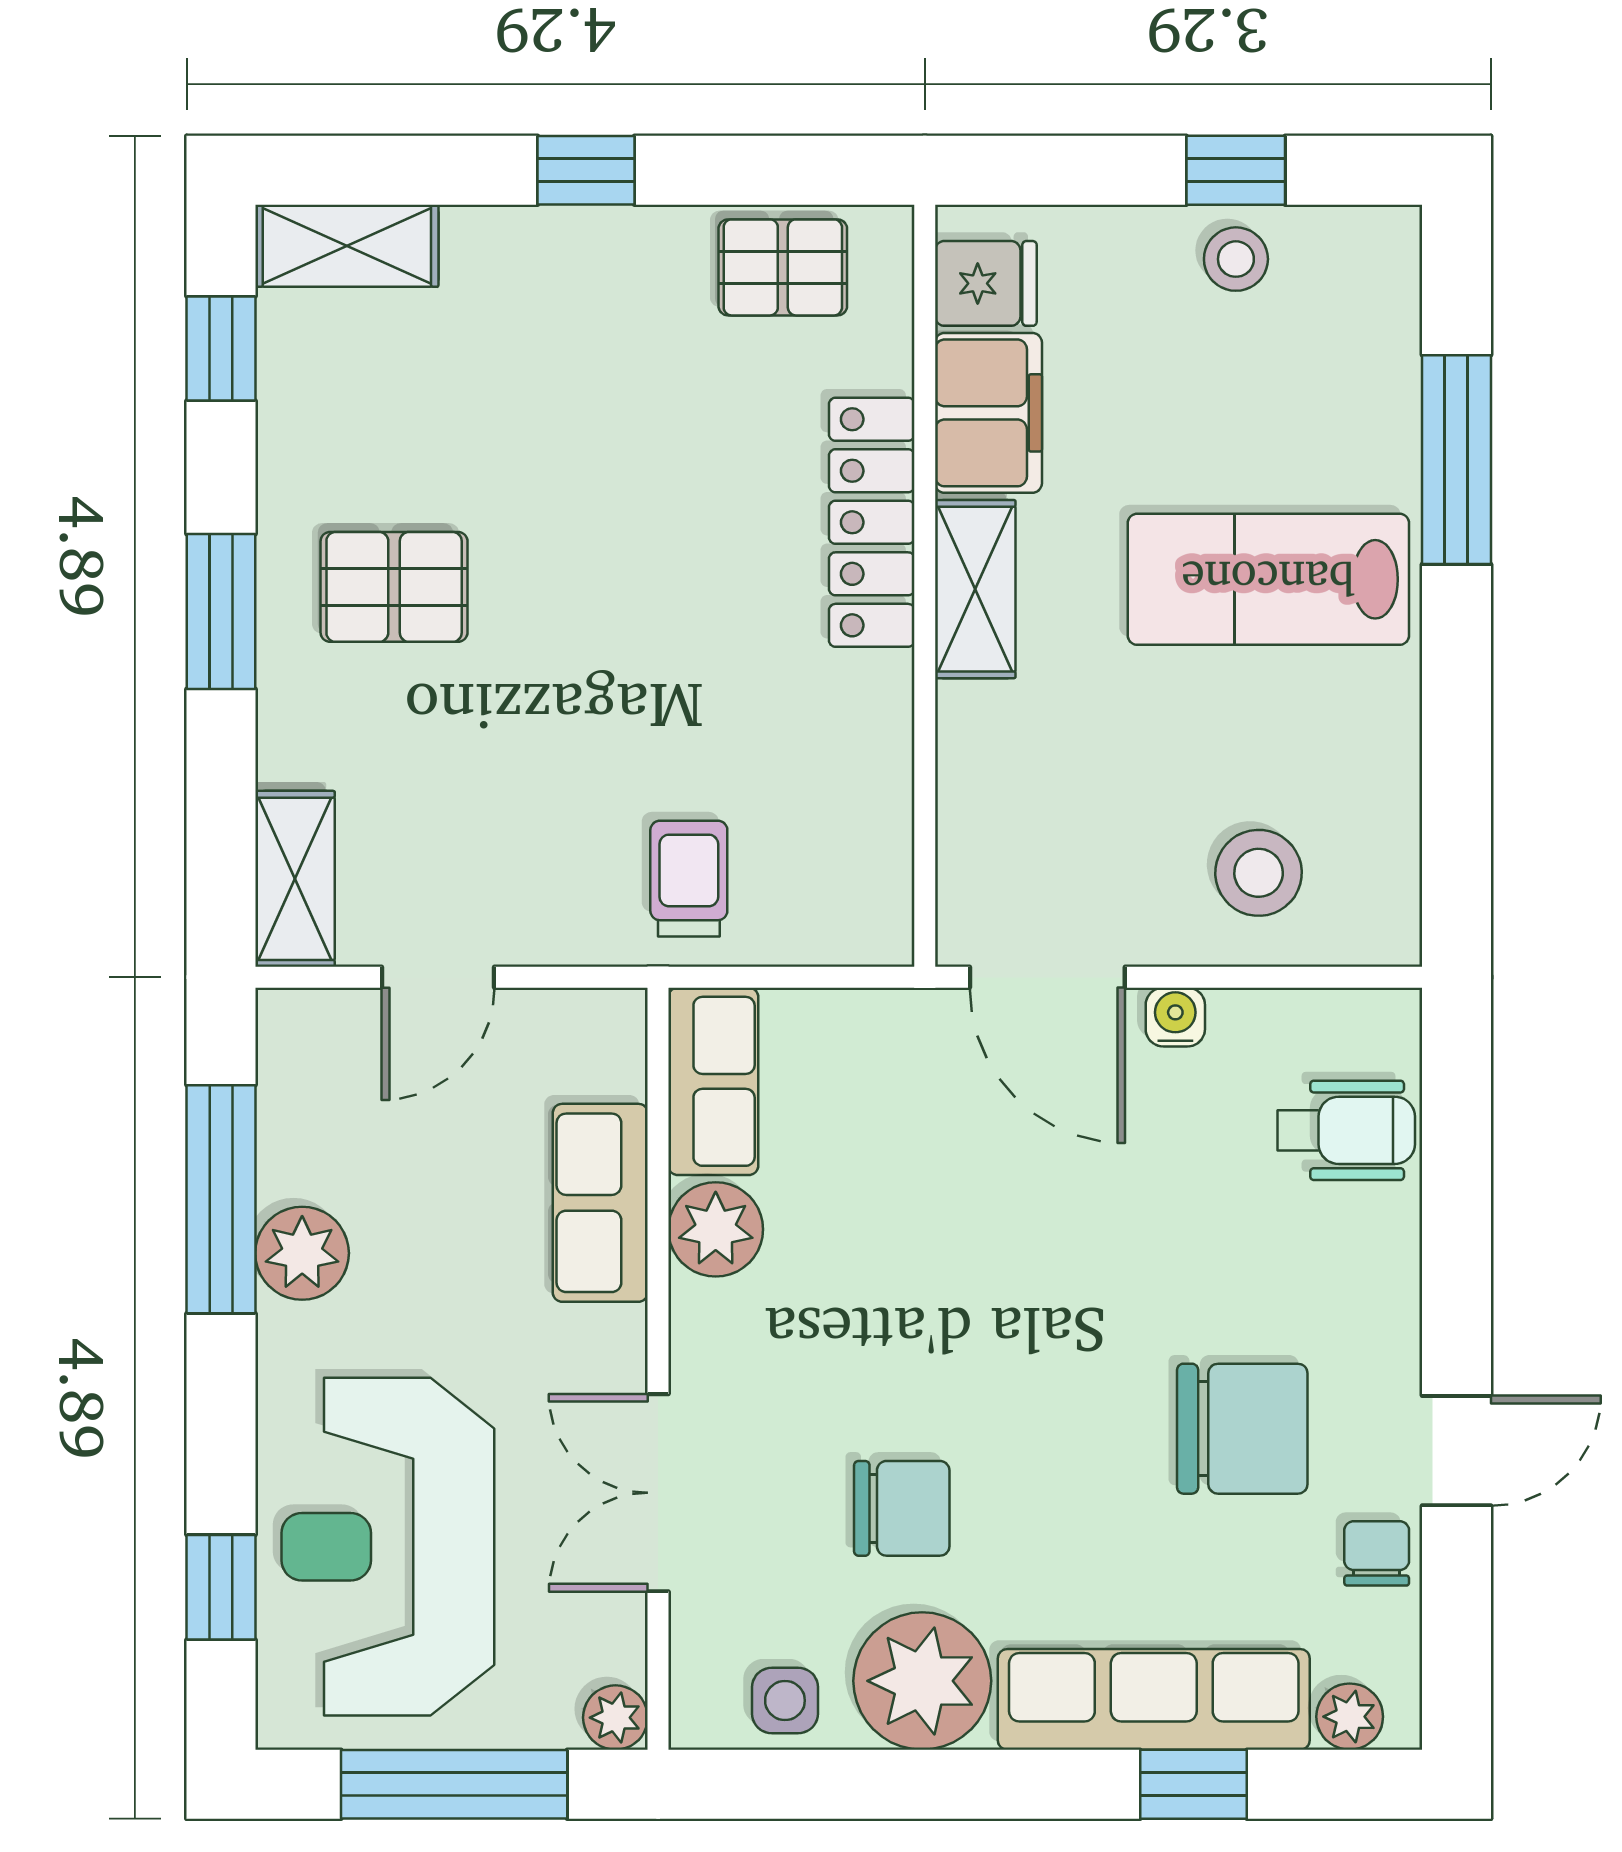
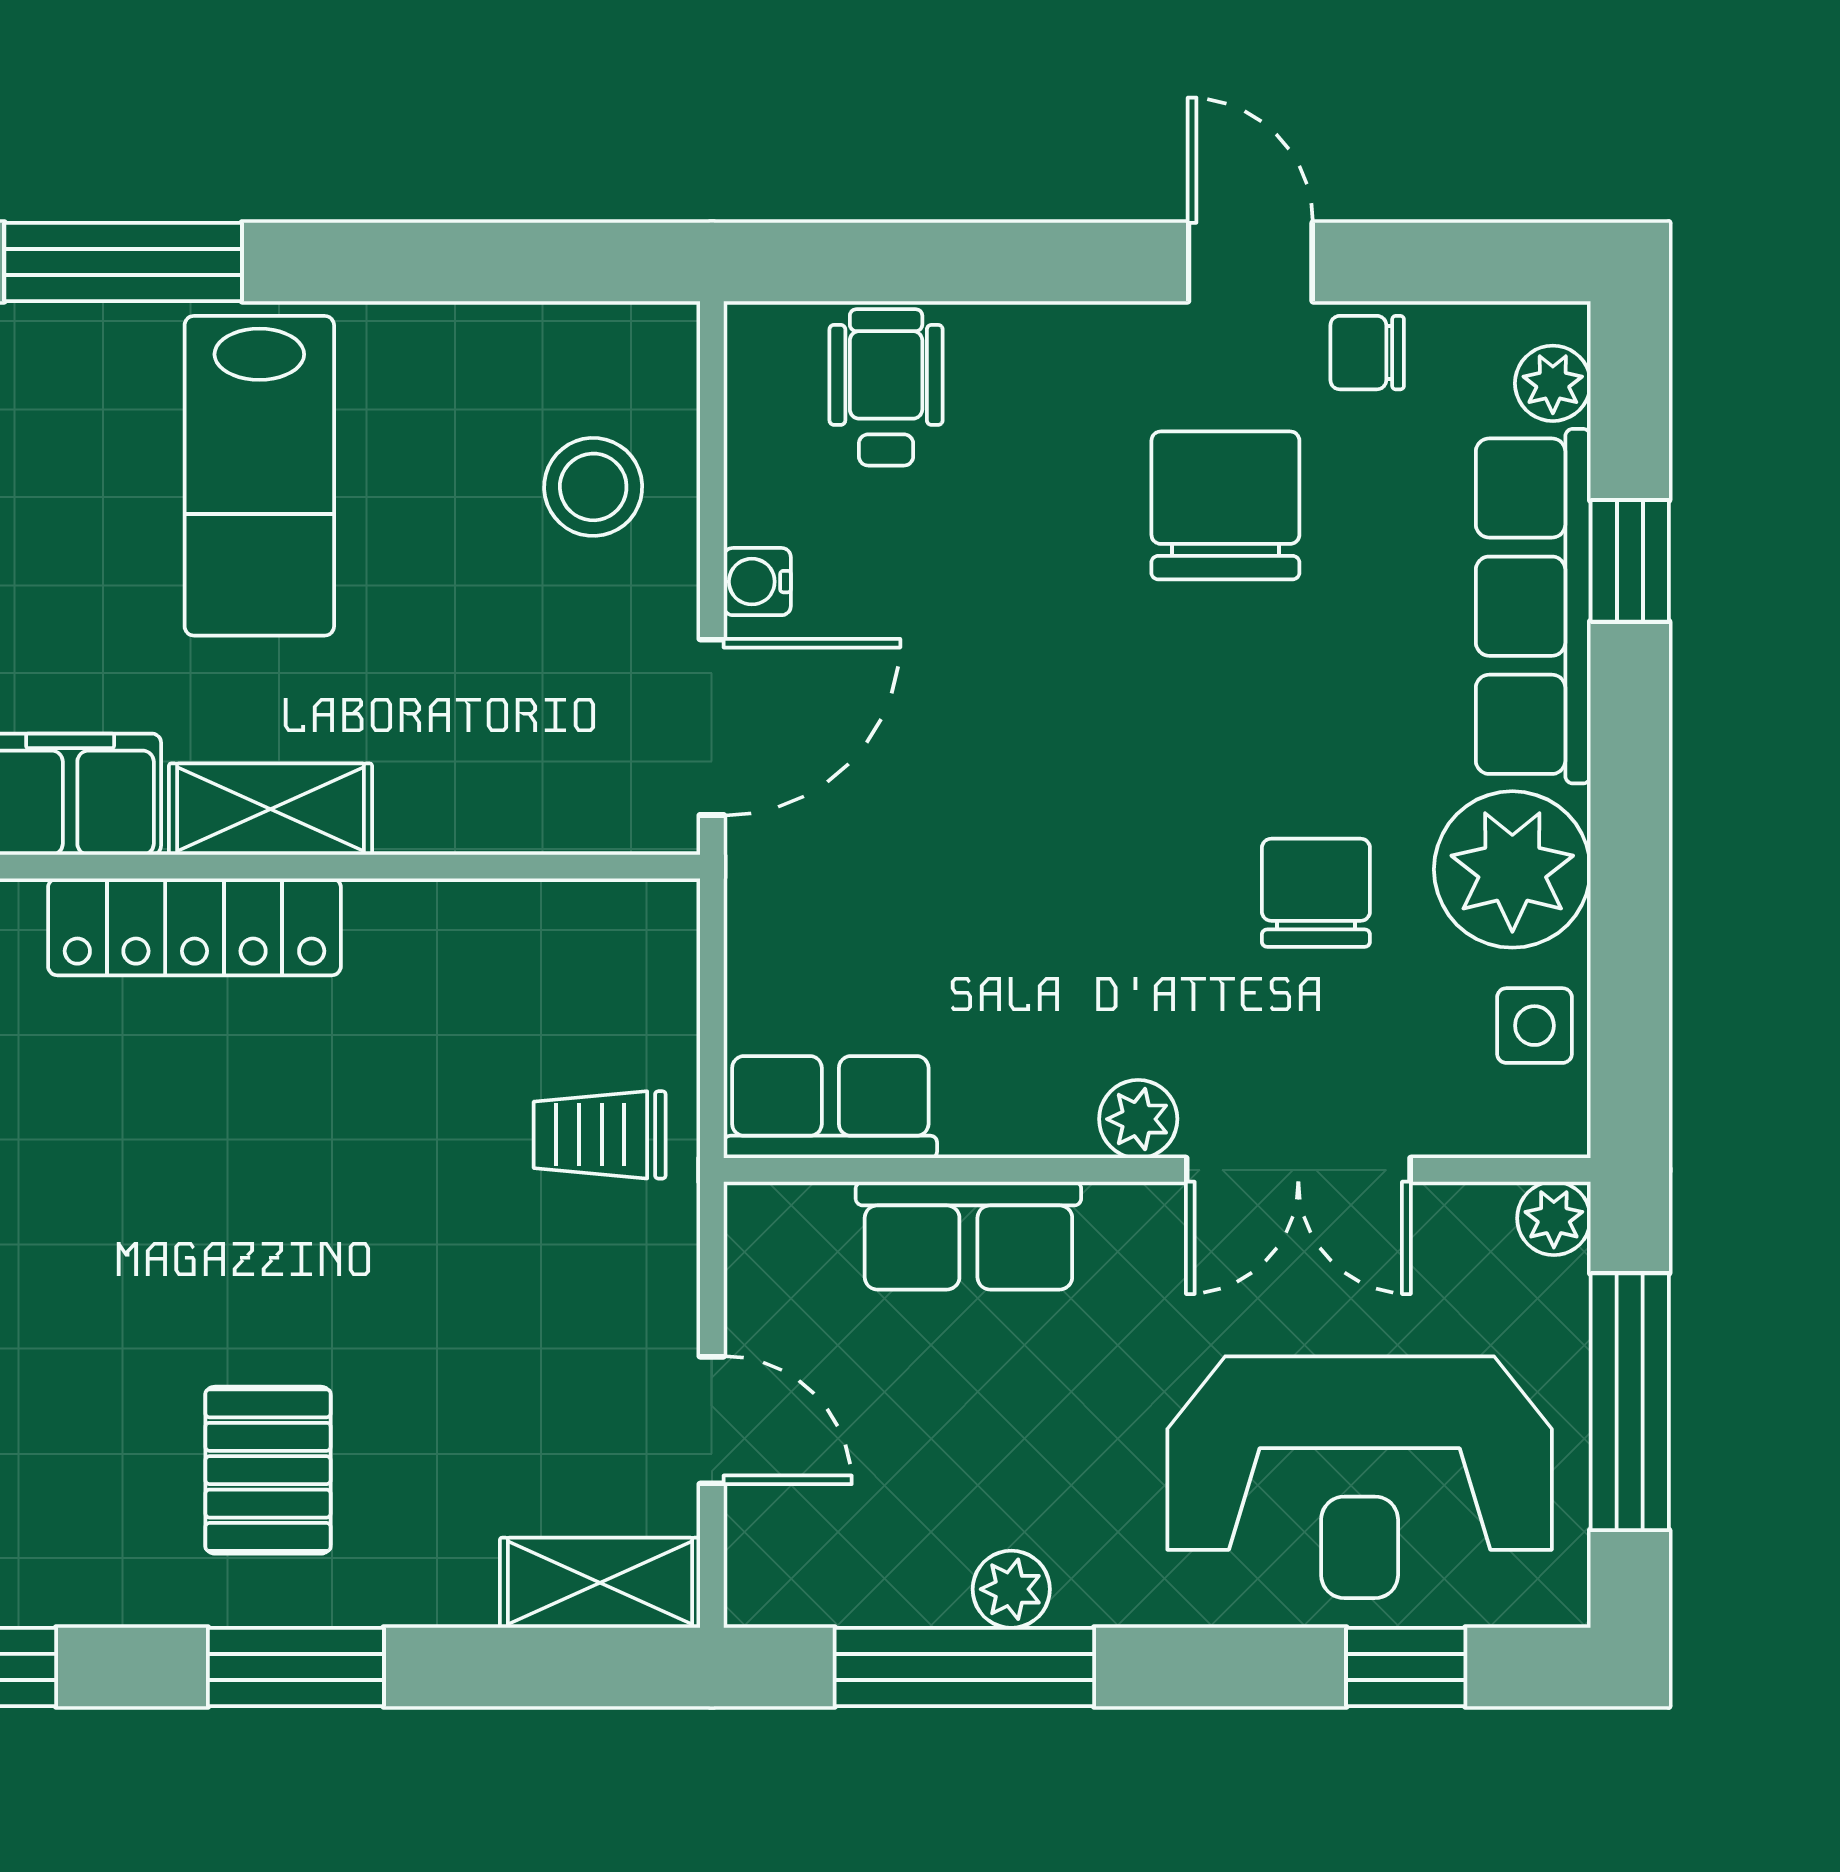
plant: (716, 1229) -> (1138, 1119), moved, width x0.73, depth x0.73
plant: (302, 1253) -> (1011, 1589), width x0.73, depth x0.73

